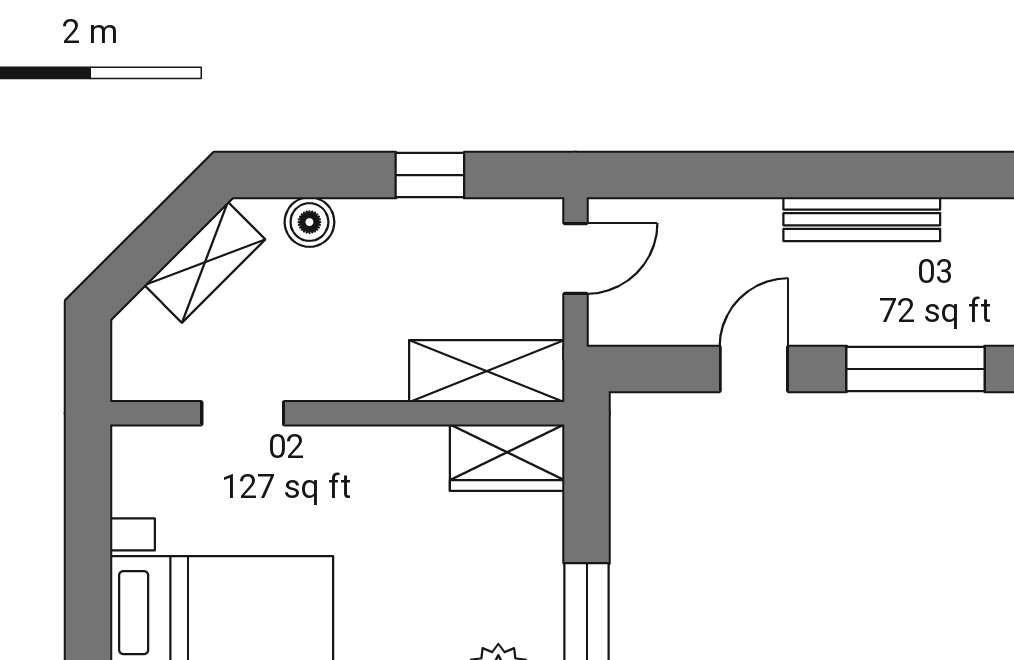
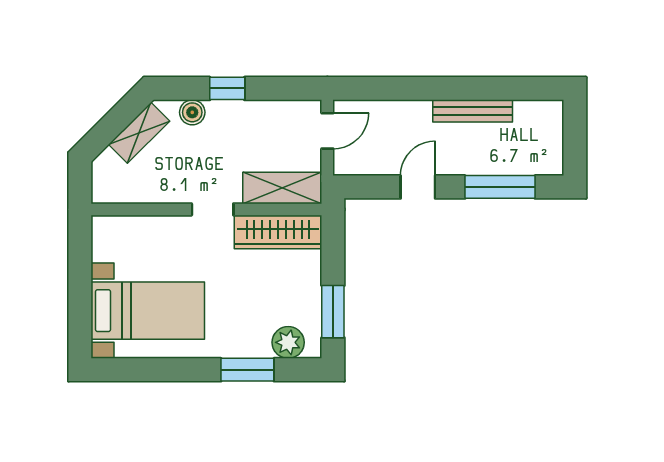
window: (430, 175) -> (227, 88), moved
doorway: (243, 413) -> (213, 209), moved
wardrobe: (507, 458) -> (278, 232), width x1.50

